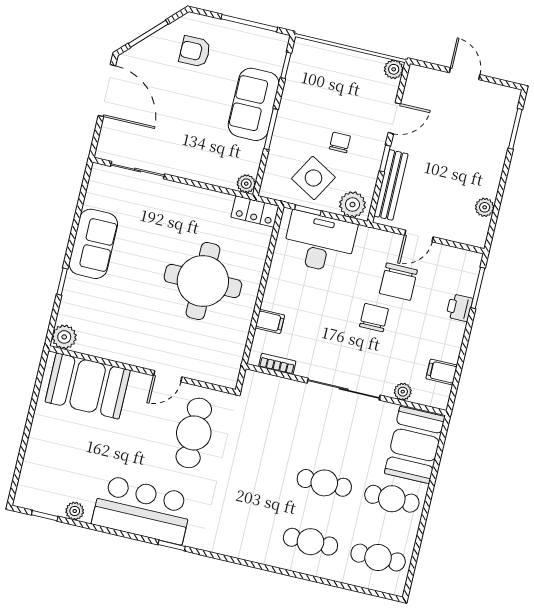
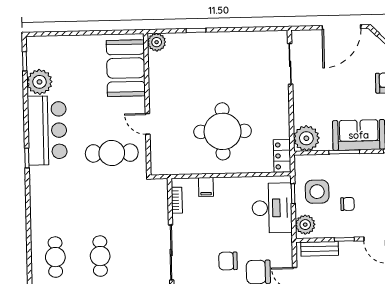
side table: (313, 178) -> (317, 192), turned -30
plant: (246, 184) -> (306, 138), width x1.87, depth x1.87
bench: (391, 185) -> (320, 249), width x0.73
sofa: (93, 244) -> (229, 46), removed
chair: (374, 318) -> (228, 261), turned 180
plant: (75, 511) -> (40, 82), width x1.87, depth x1.87

